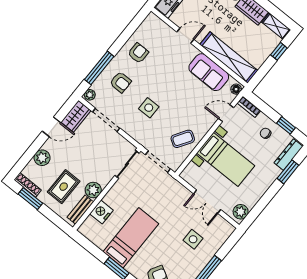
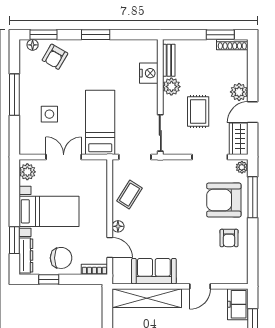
armchair: (121, 82) -> (224, 200), width x1.88, depth x1.88
floor lamp: (236, 89) -> (118, 226), moved
side table: (149, 108) -> (181, 198), removed
door: (226, 113) -> (110, 248), hinge flipped
chair: (265, 133) -> (61, 258), width x1.87, depth x1.87
plant: (42, 158) -> (239, 92), moved
bed with nightstands: (226, 159) -> (49, 211), moved, turned 180
rug: (64, 187) -> (198, 112), moved
bed: (131, 238) -> (100, 122), moved, turned 180

